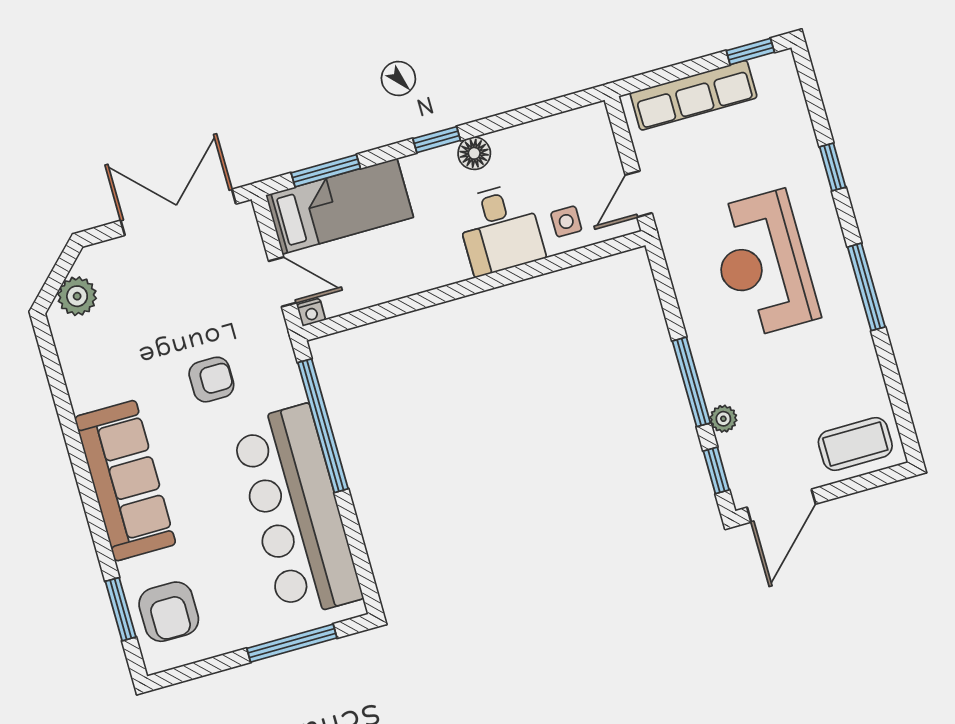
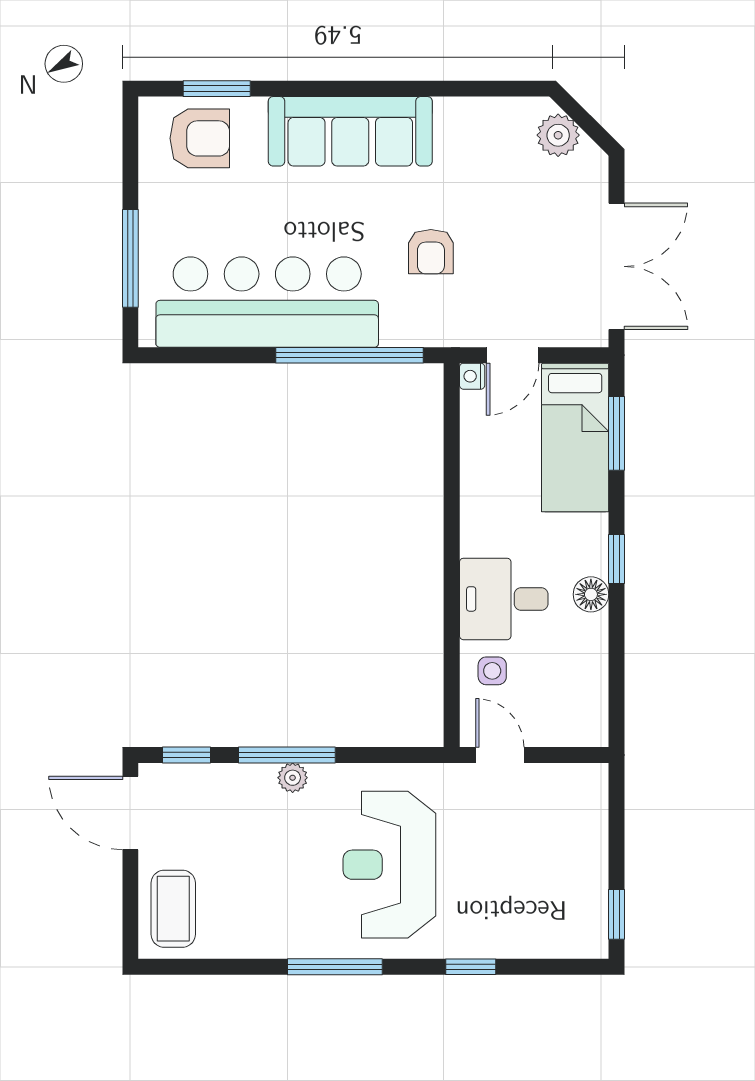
row of seats: (694, 95) -> (587, 842), removed
reception desk: (763, 264) -> (389, 865), turned -90
plant: (723, 419) -> (293, 778), moved
armchair: (169, 612) -> (200, 138), turned 180

